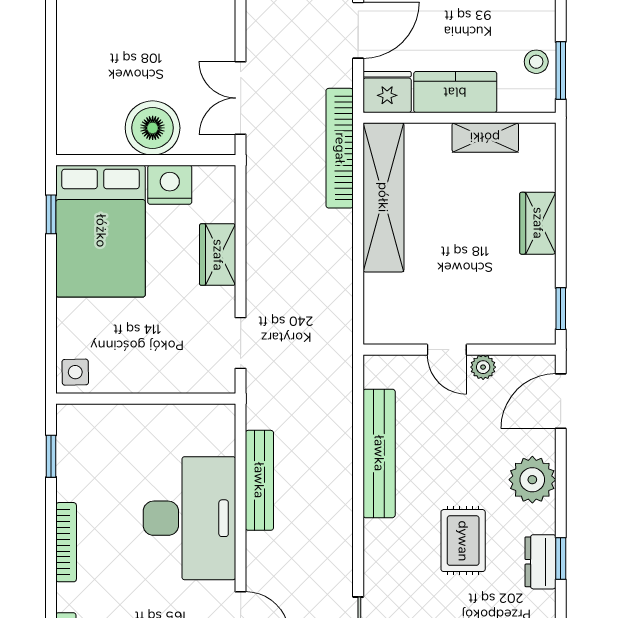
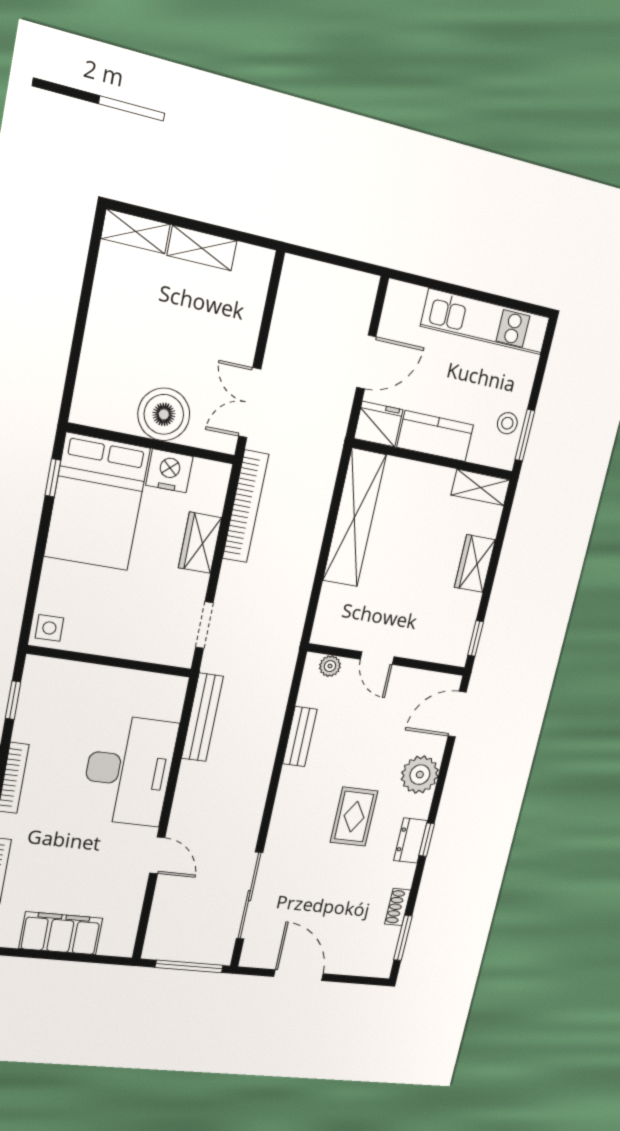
shelving: (485, 137) -> (481, 487), moved
bookcase: (340, 148) -> (245, 506), moved, turned 180
plant: (483, 367) -> (330, 666), moved
bench: (379, 453) -> (300, 737), width x0.54, depth x0.82
bench: (259, 480) -> (202, 717), moved

